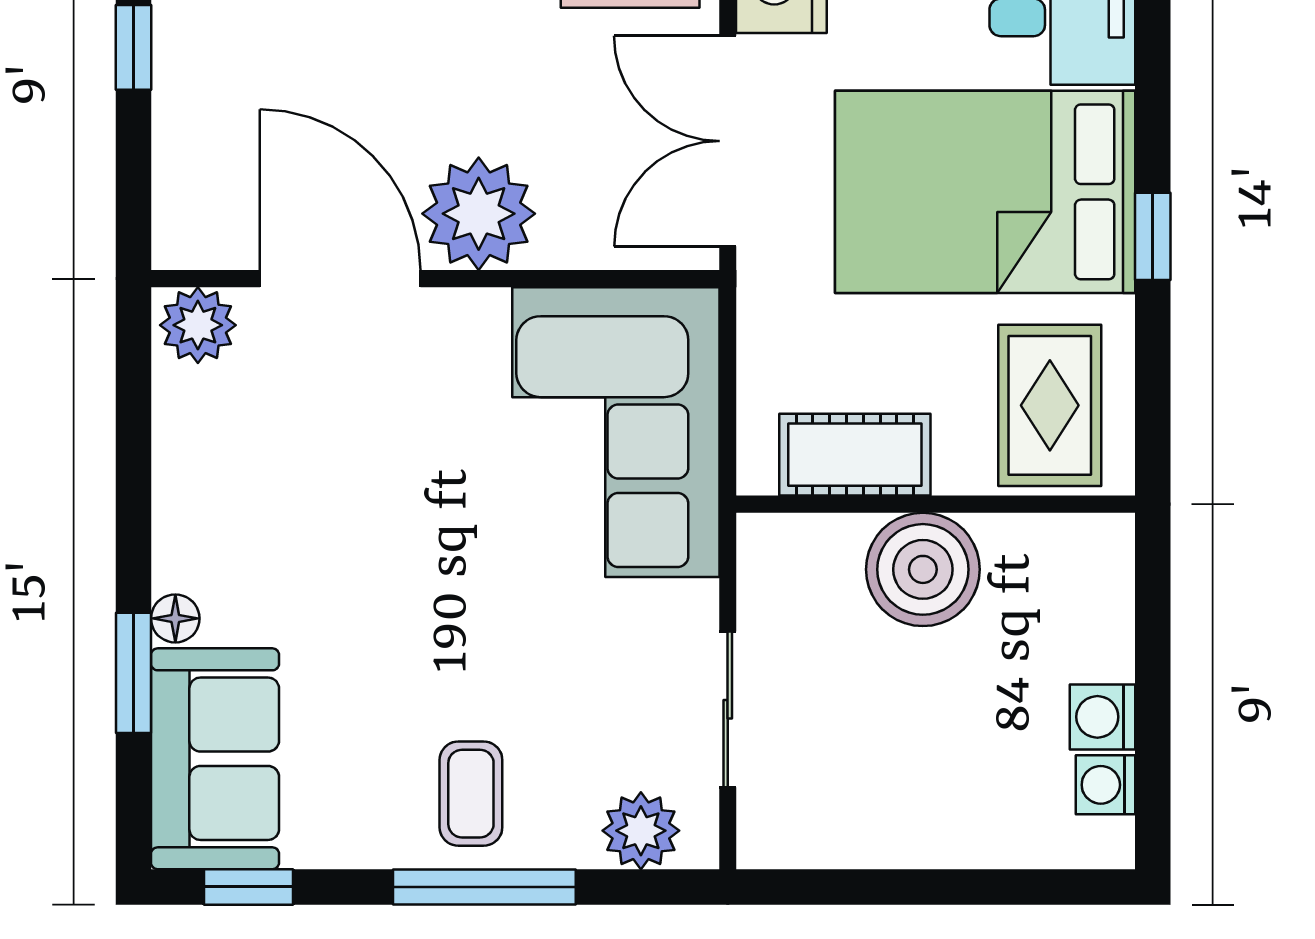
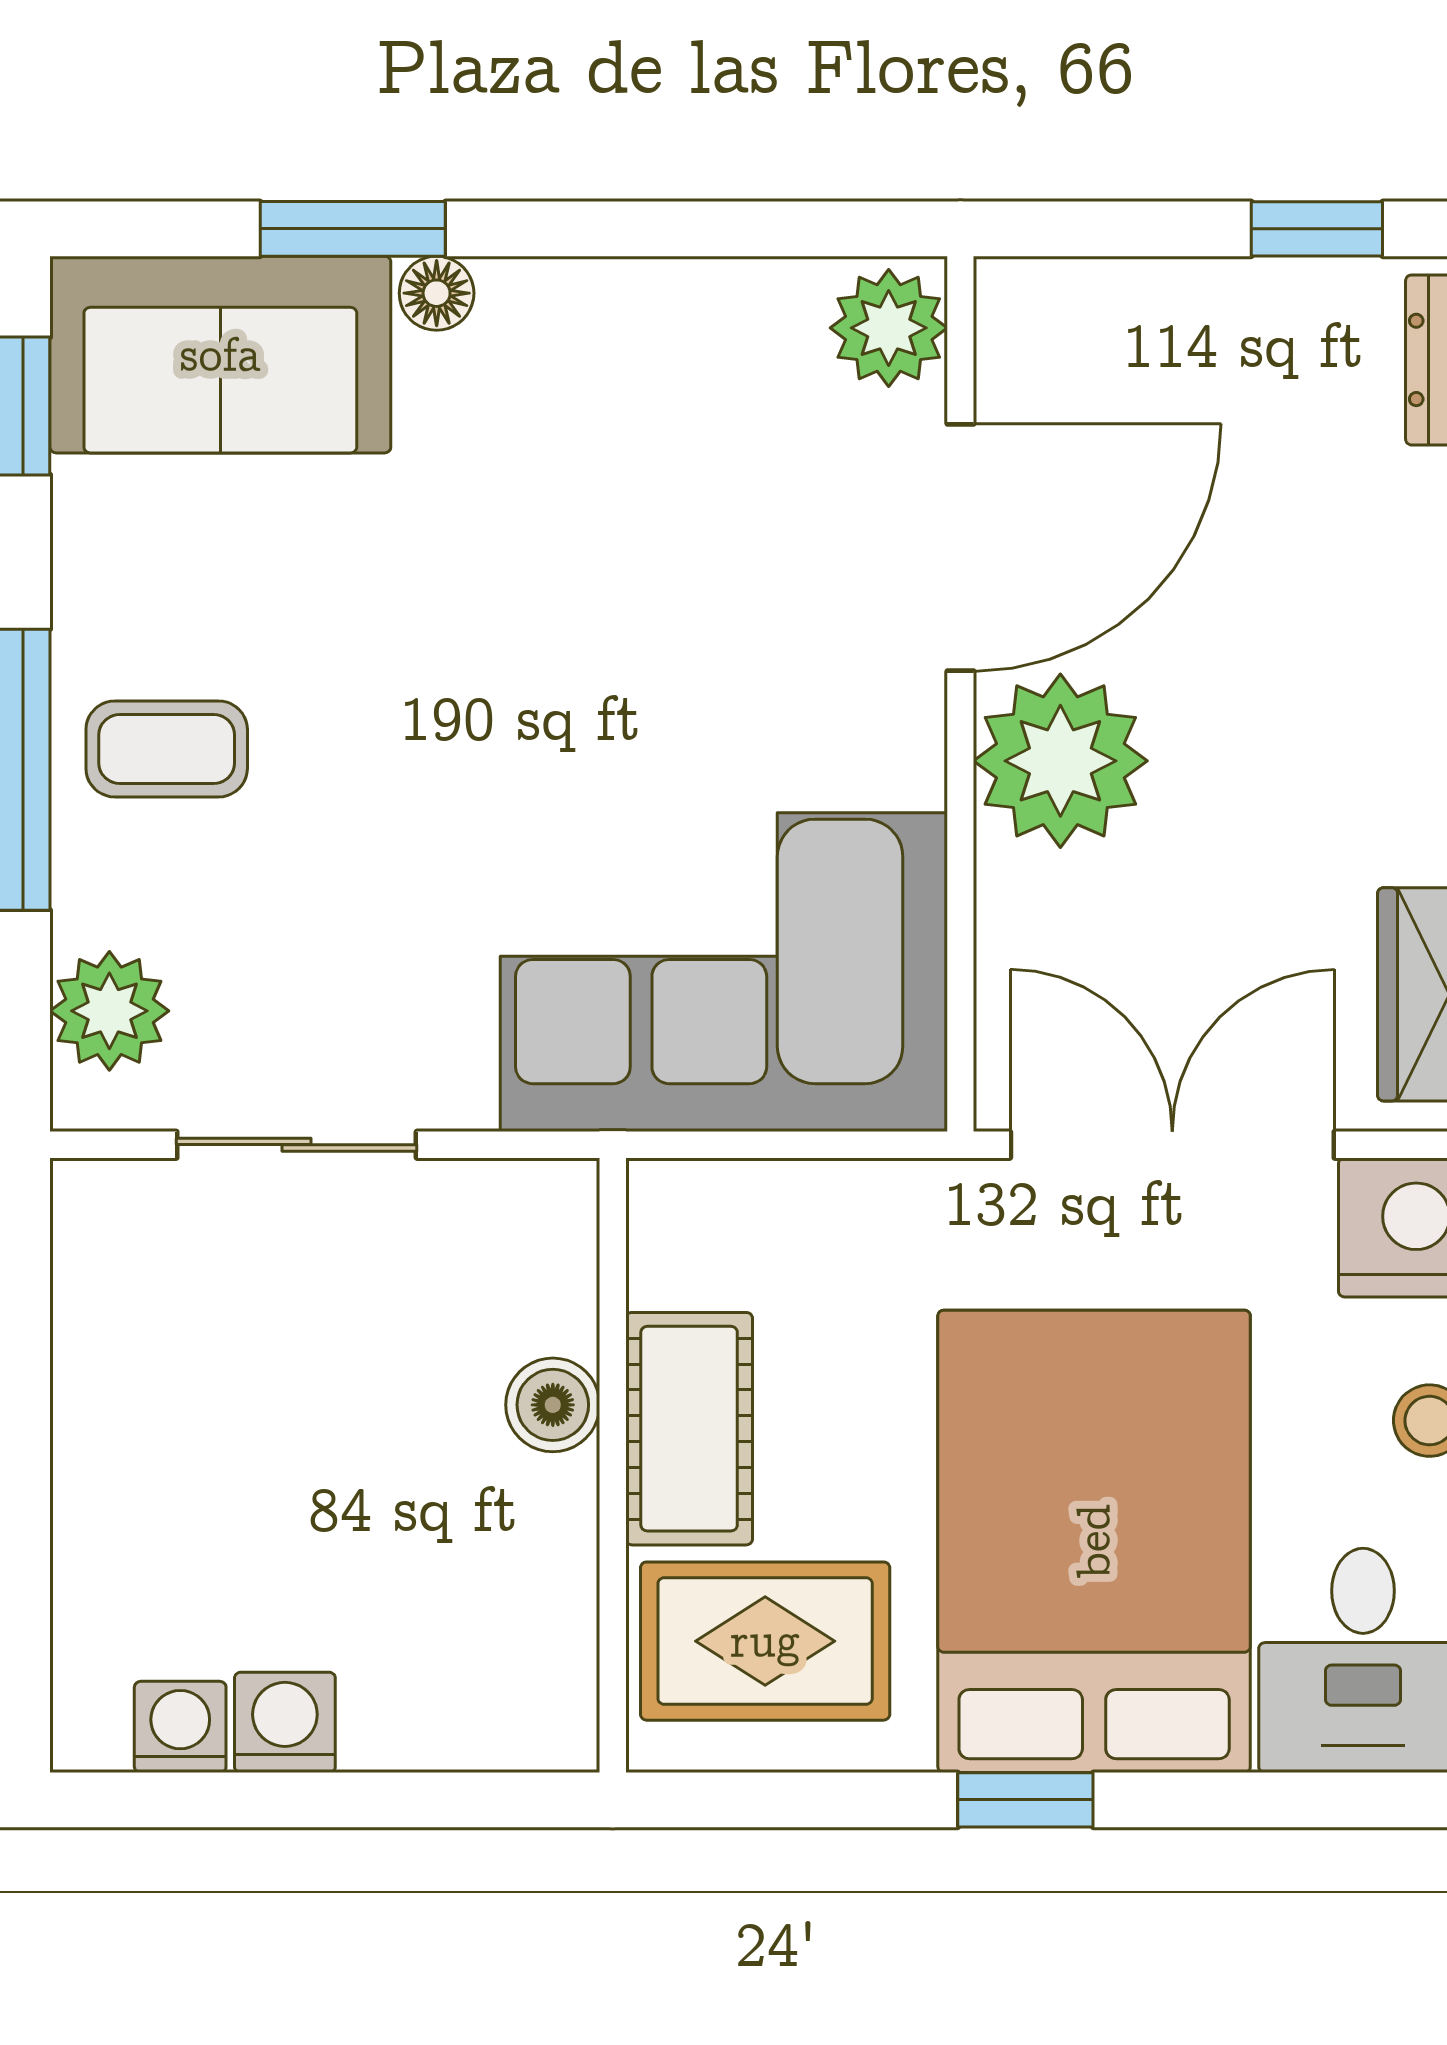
cot: (855, 455) -> (689, 1429), moved
boiler: (923, 569) -> (553, 1405), width x0.54, depth x0.54

